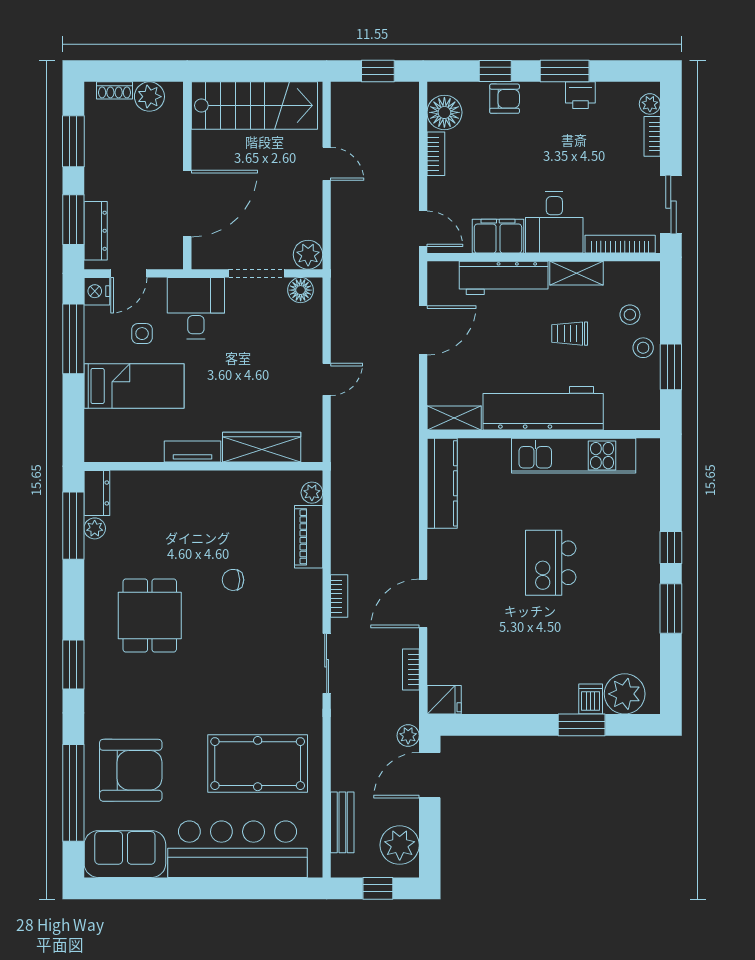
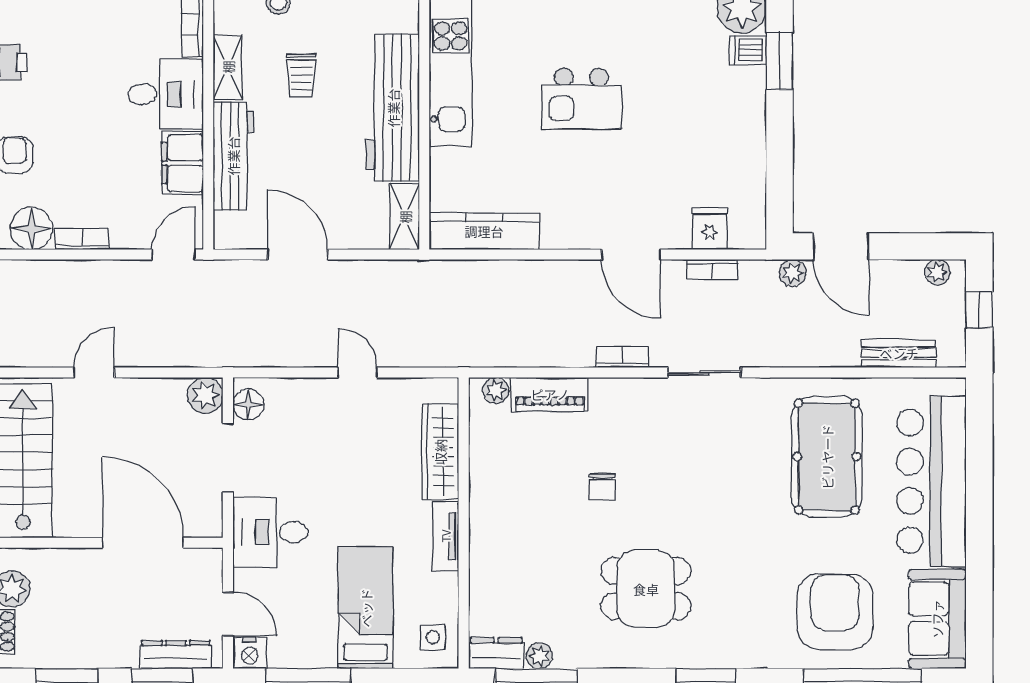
side table: (142, 334) -> (433, 637), moved
fridge: (444, 700) -> (709, 229), moved
plant: (400, 845) -> (937, 272), width x0.53, depth x0.53

